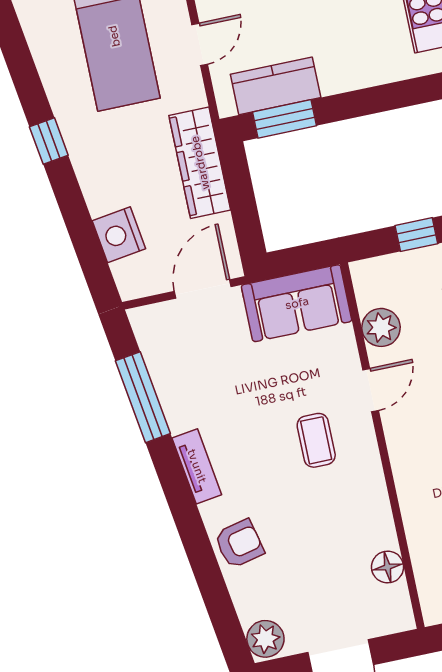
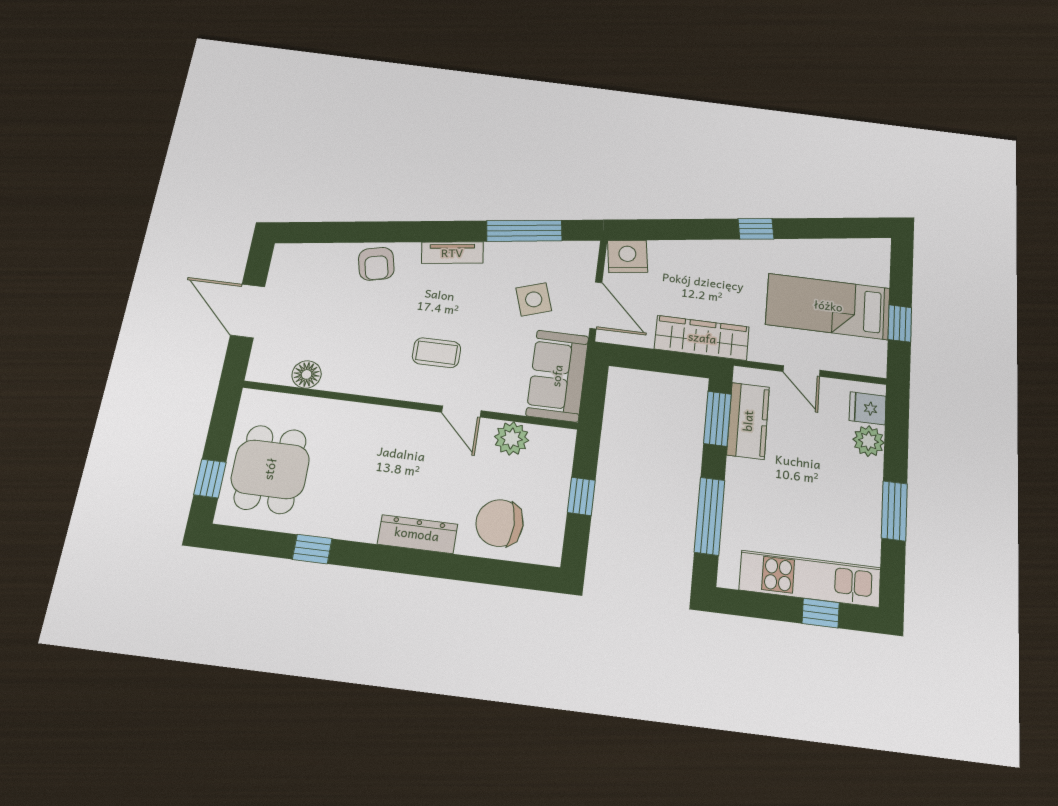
window: (391, 96) -> (710, 516), added
nightstand: (119, 235) -> (627, 256), moved
side table: (220, 359) -> (534, 299), added
plant: (265, 639) -> (290, 258), removed

